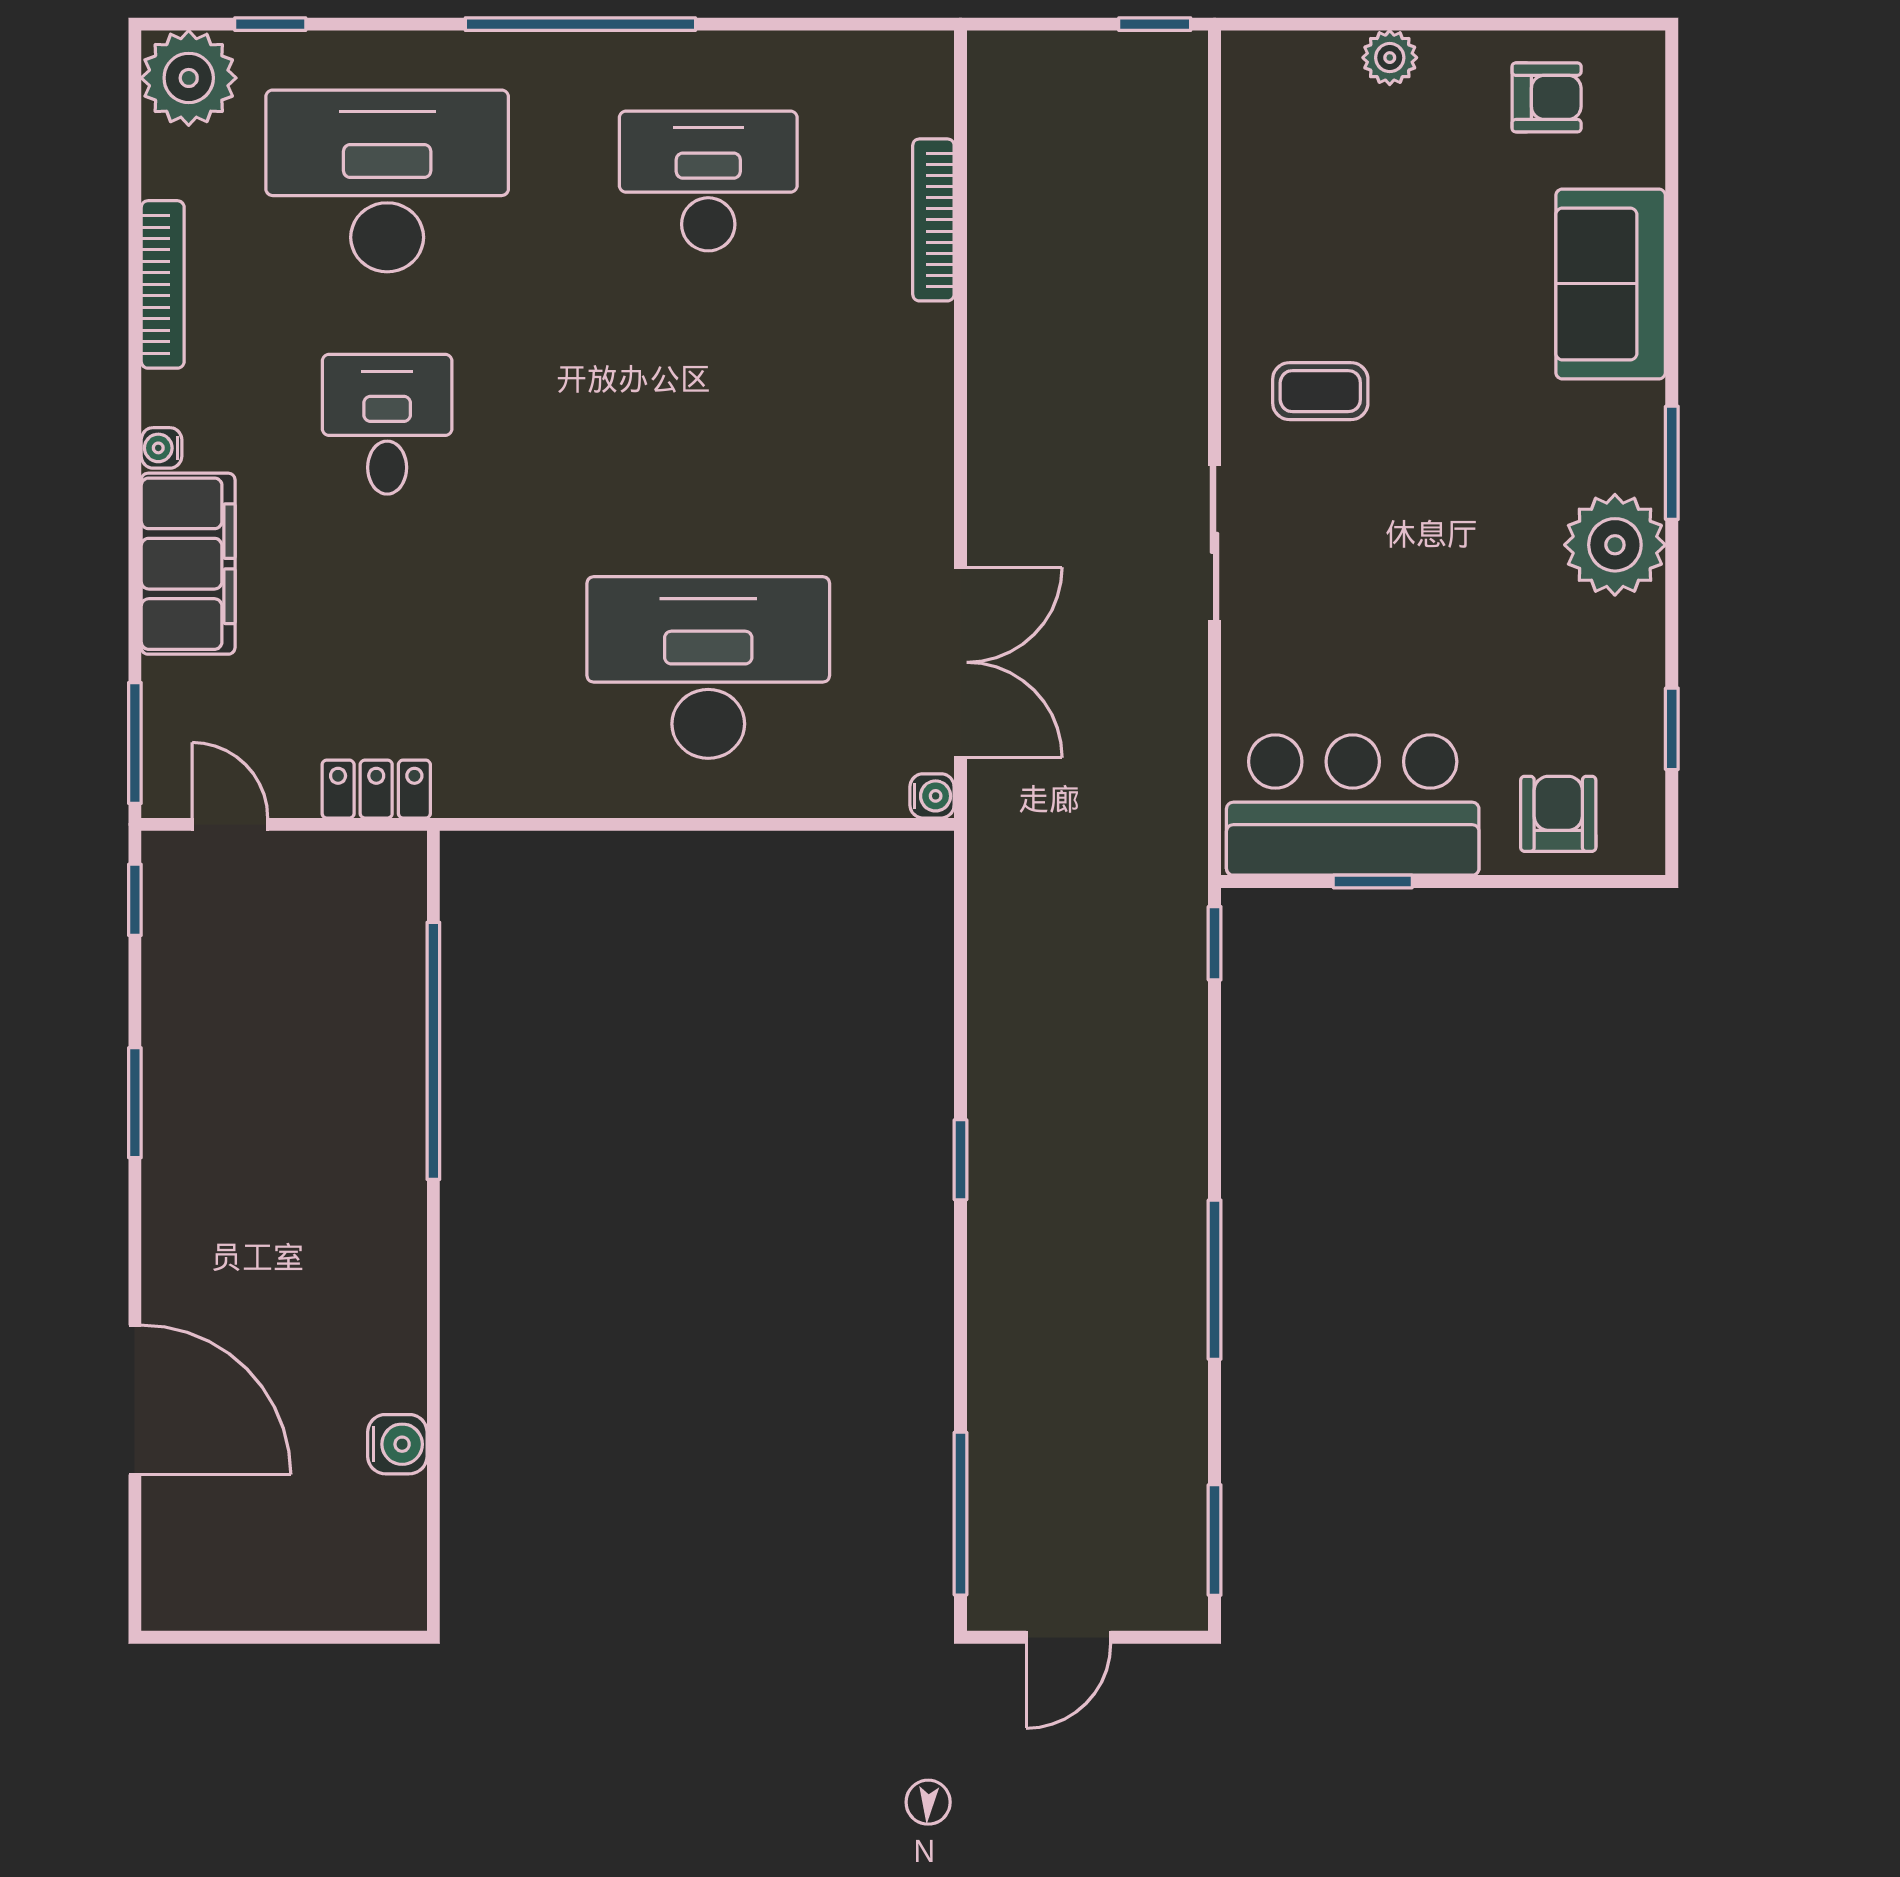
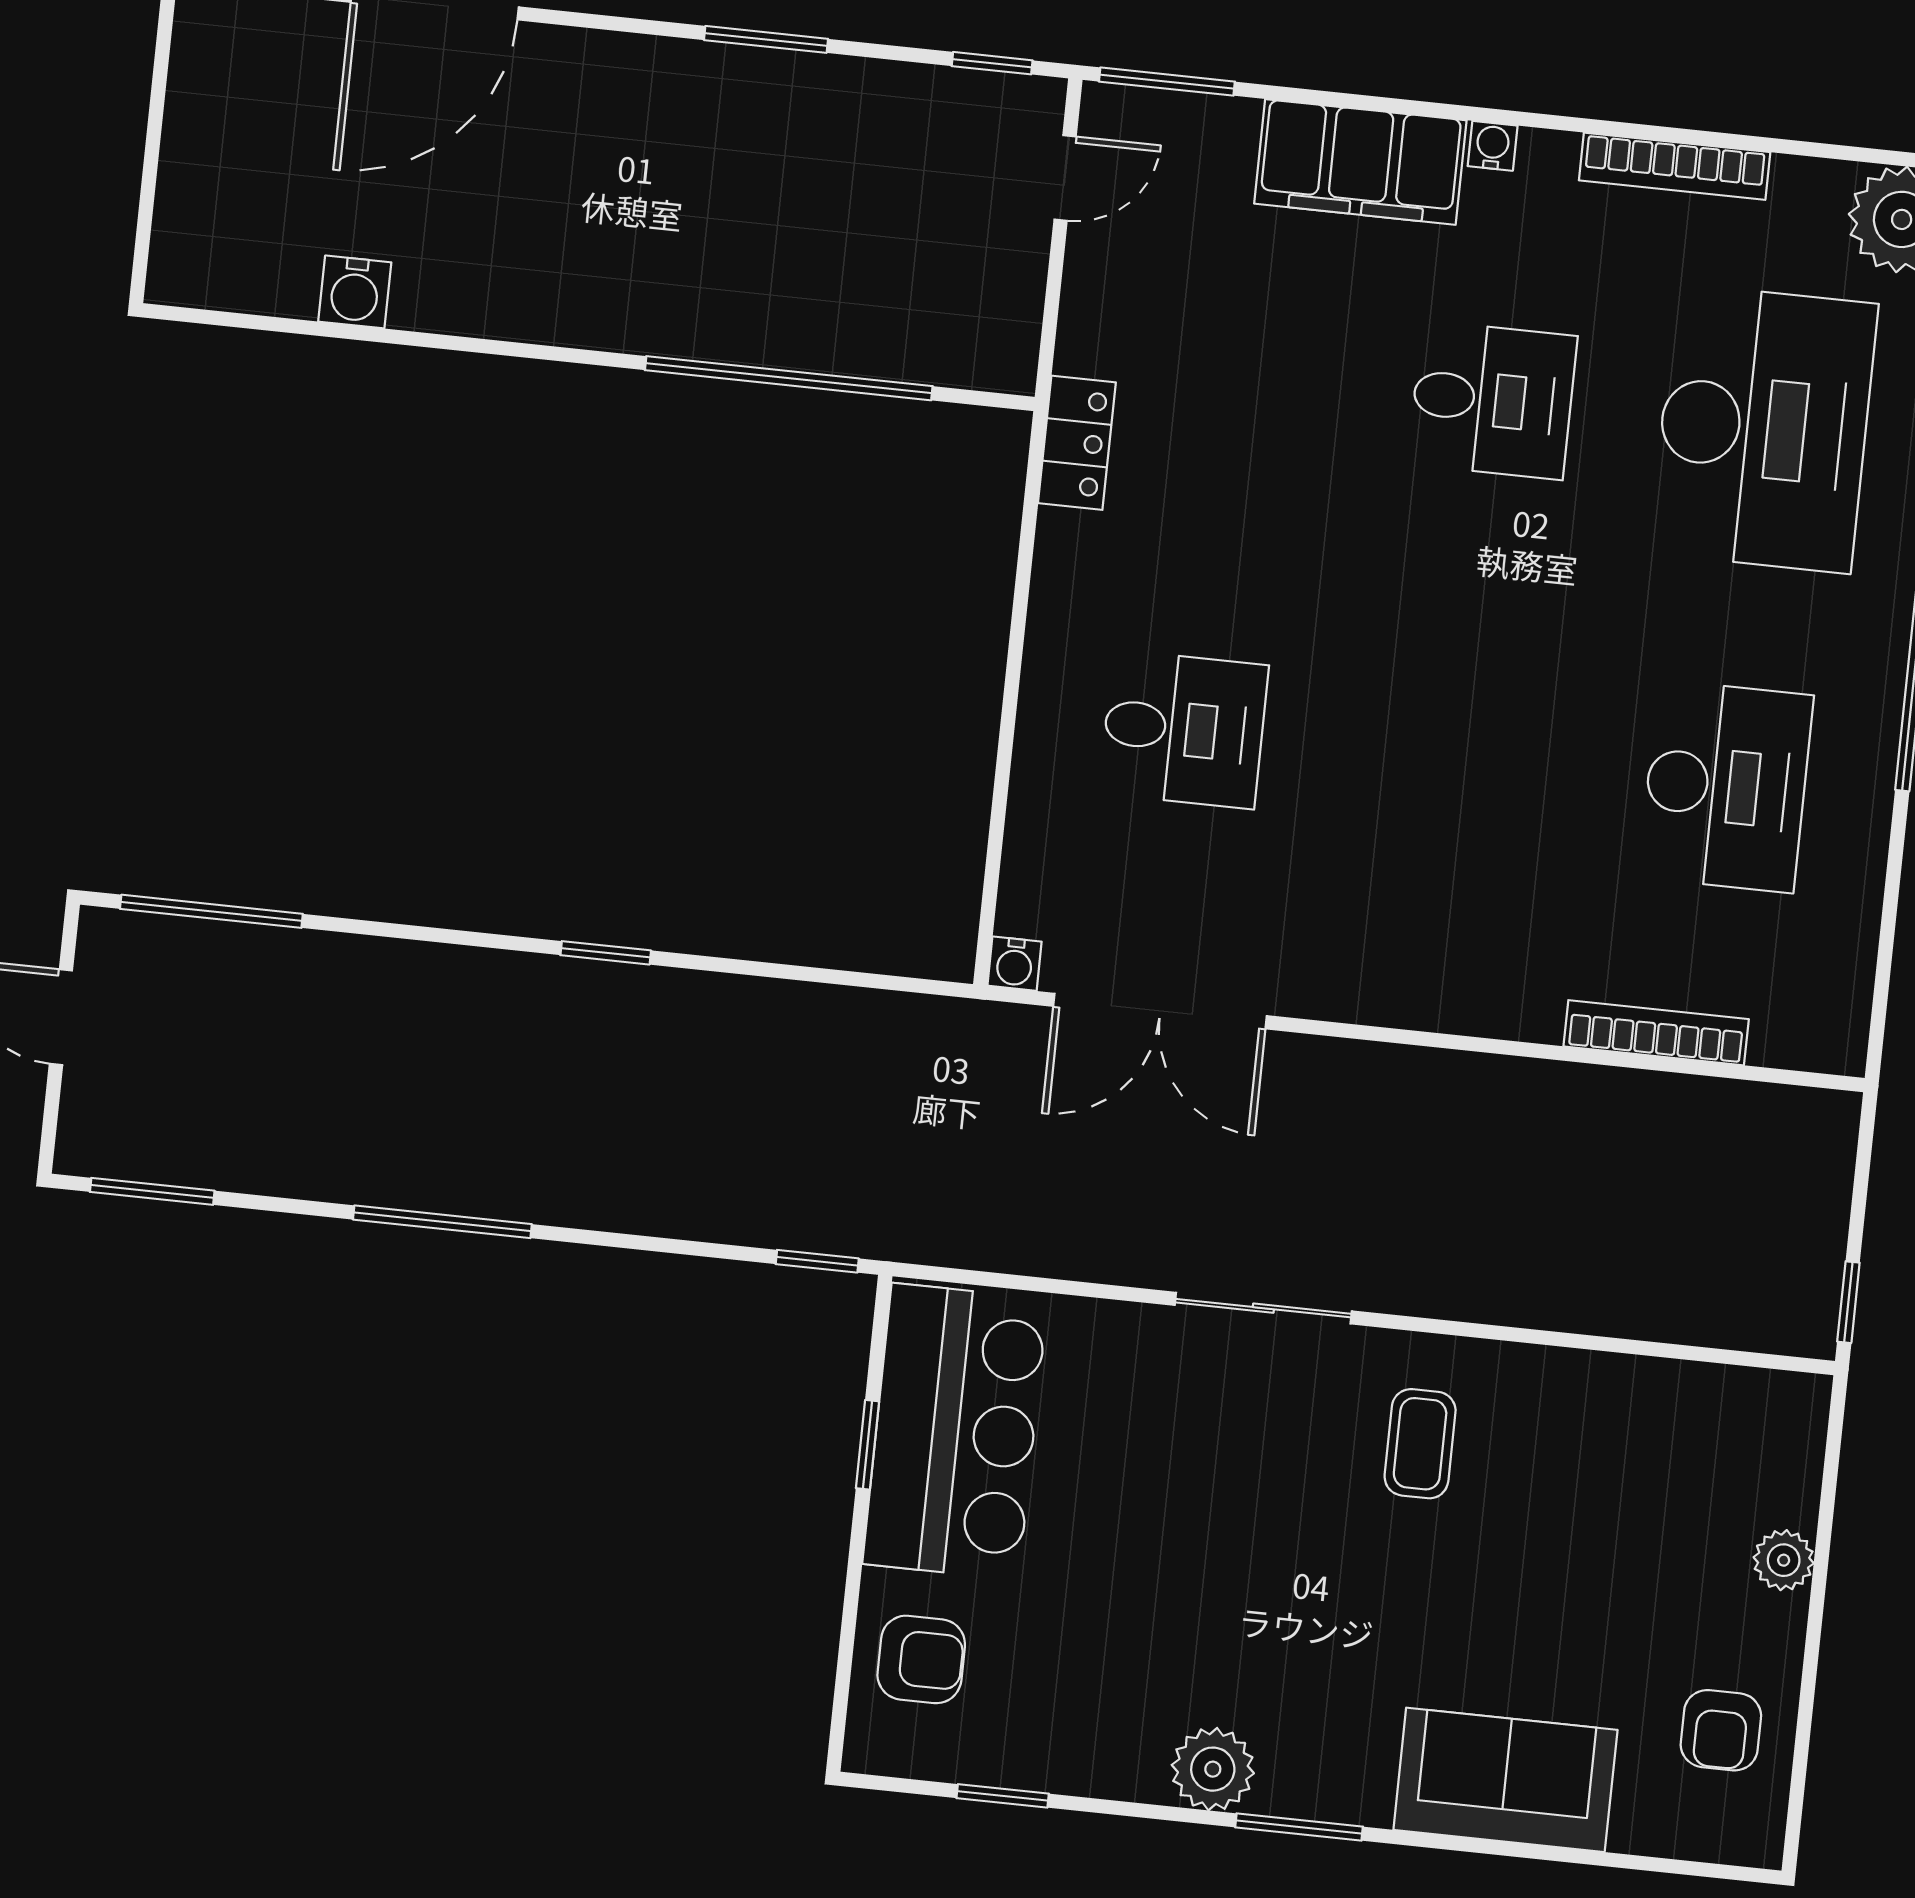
plant: (1615, 545) -> (1213, 1769), width x0.73, depth x0.73
desk: (708, 668) -> (1184, 729), width x0.53, depth x0.77
locker: (376, 789) -> (1077, 443), moved

